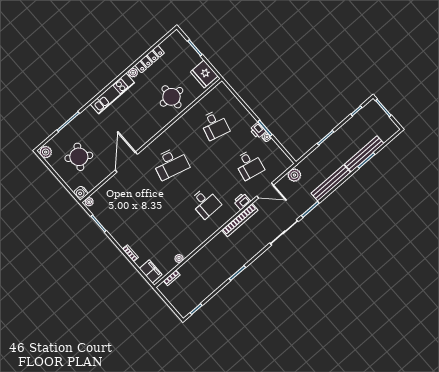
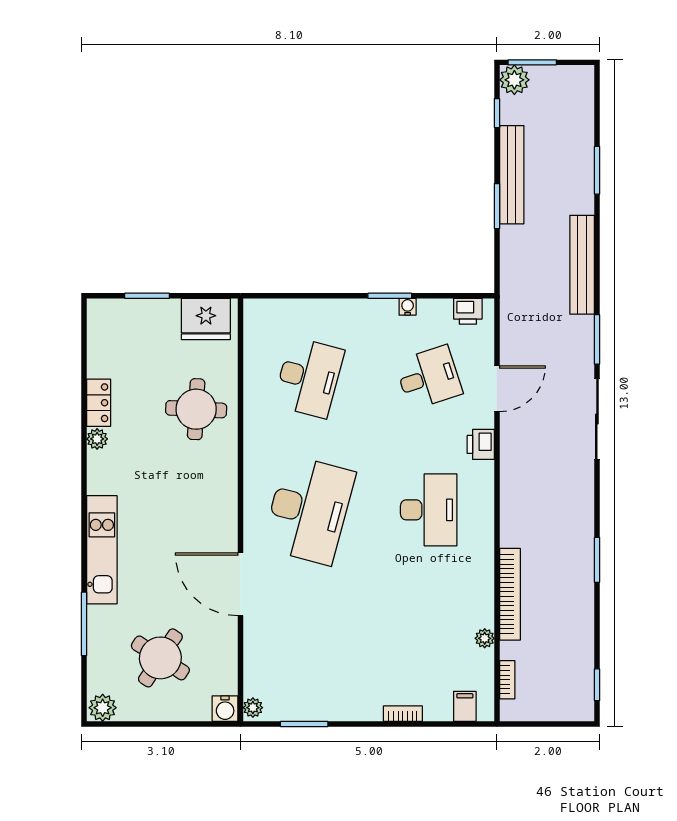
locker: (150, 59) -> (99, 403), width x0.66
kitchen unit: (112, 93) -> (102, 550), moved
desk: (214, 125) -> (309, 378), width x1.37
printer: (258, 130) -> (468, 311), moved
bench: (364, 154) -> (512, 175), moved
desk: (171, 163) -> (309, 510), width x1.36, depth x1.30
desk: (249, 165) -> (429, 378), turned -30
plant: (294, 175) -> (514, 80), moved
desk: (205, 203) -> (429, 510), width x1.37
bookcase: (240, 220) -> (510, 594), moved
filing cabinet: (151, 272) -> (465, 706), width x0.50

